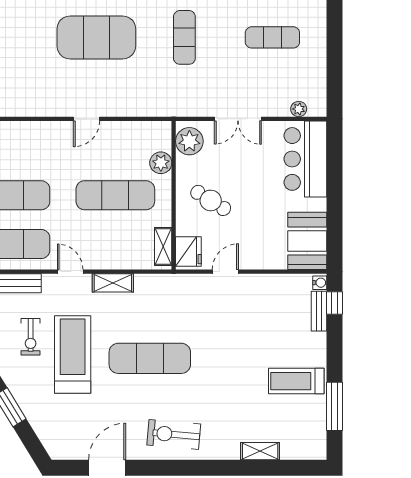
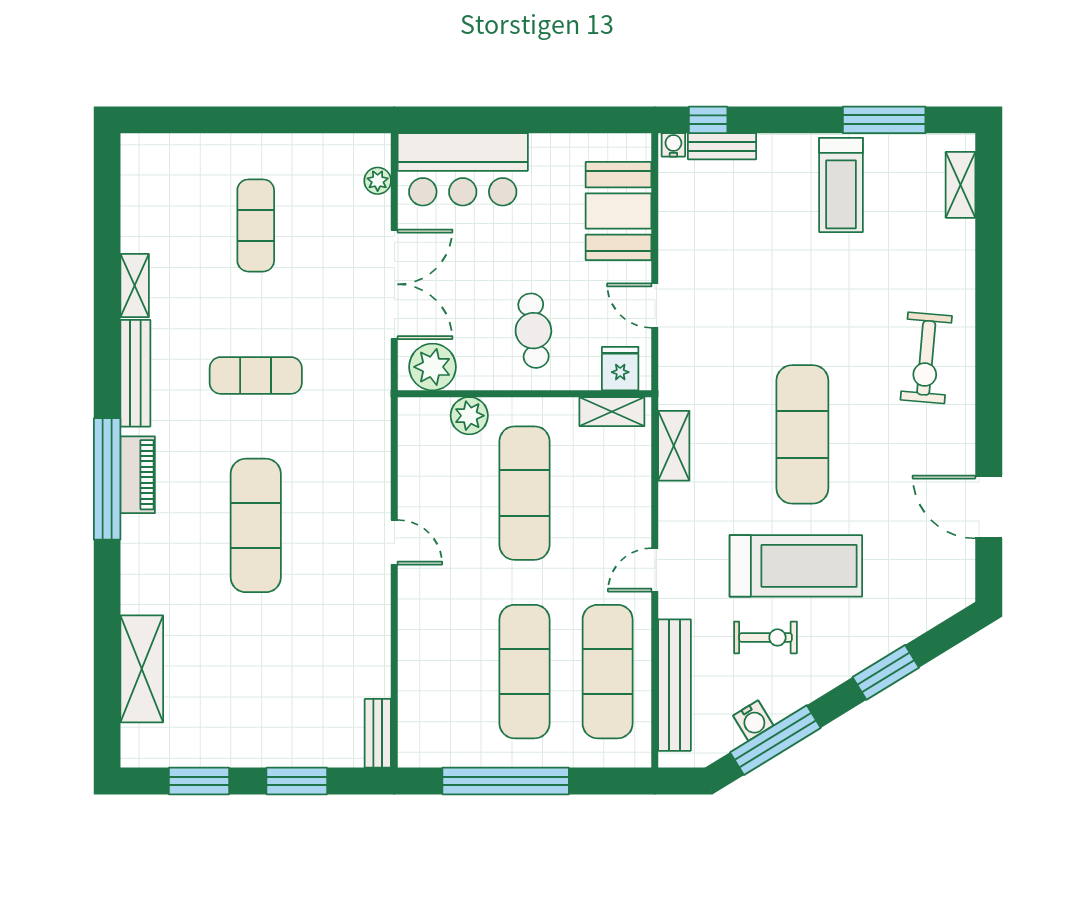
exercise mat: (96, 37) -> (256, 525), width x0.68
double door: (238, 119) -> (394, 284), width x1.37
cafe table: (211, 200) -> (533, 331), turned -38
booth: (307, 241) -> (619, 211), moved, turned 90
fridge: (188, 251) -> (620, 369), width x0.72
shelving: (113, 283) -> (674, 446), moved
treadmill: (73, 355) -> (796, 566), turned 180
exercise bike: (174, 434) -> (926, 358), moved
shelving: (260, 451) -> (960, 185), moved

